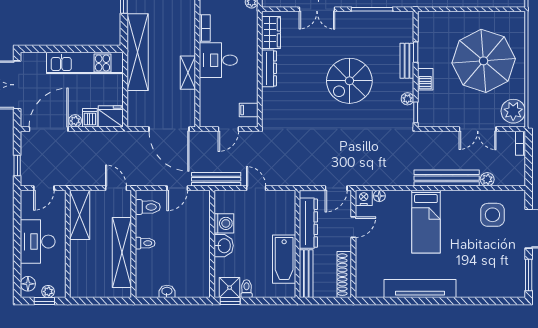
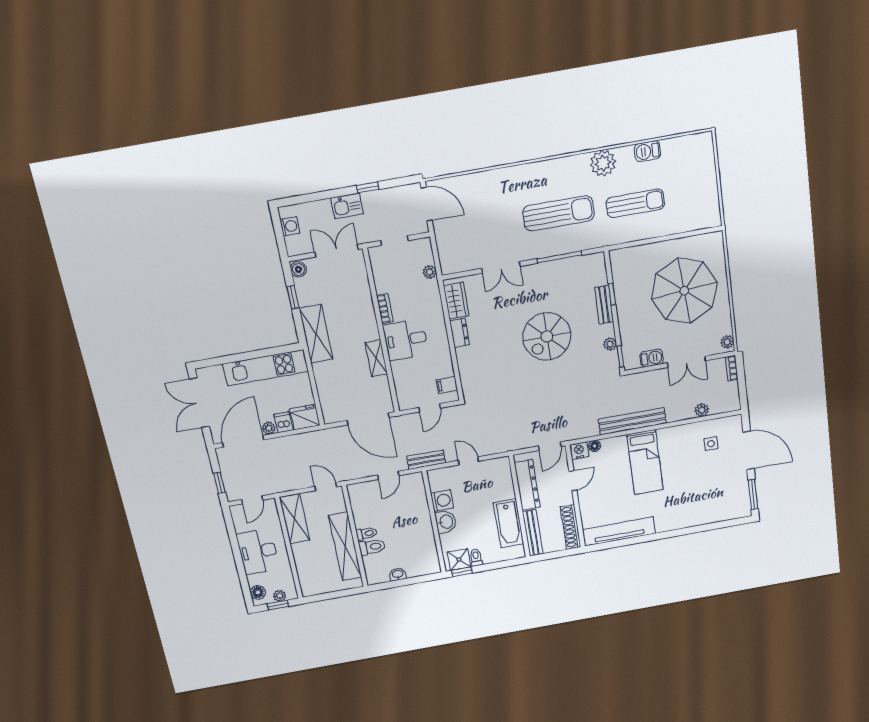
shelving: (138, 52) -> (316, 334), width x0.68
dresser: (269, 68) -> (460, 333), width x0.70
barbecue: (425, 79) -> (652, 358), moved, turned -90
plant: (513, 111) -> (727, 342), width x0.53, depth x0.53
bench: (447, 178) -> (632, 421), moved
bench: (216, 179) -> (426, 460), width x0.73
toilet: (148, 207) -> (372, 547), moved
side table: (492, 215) -> (711, 444), width x0.54, depth x0.54
tv unit: (420, 289) -> (619, 531), moved

